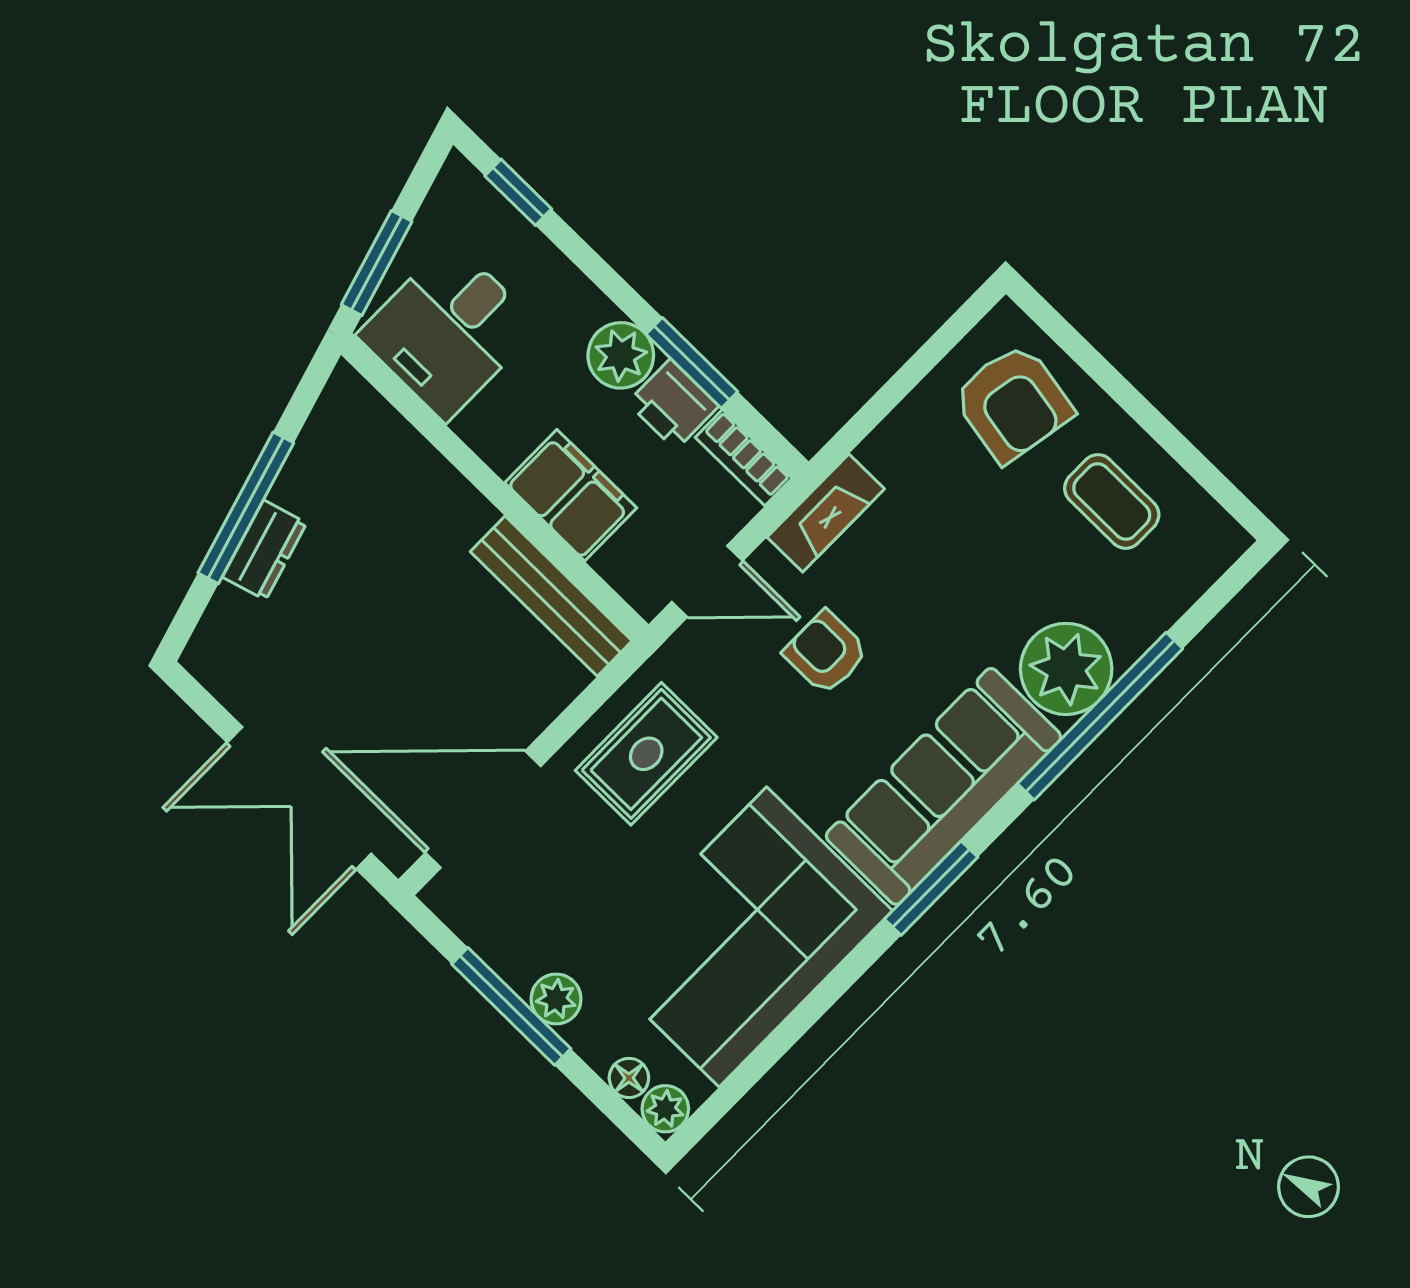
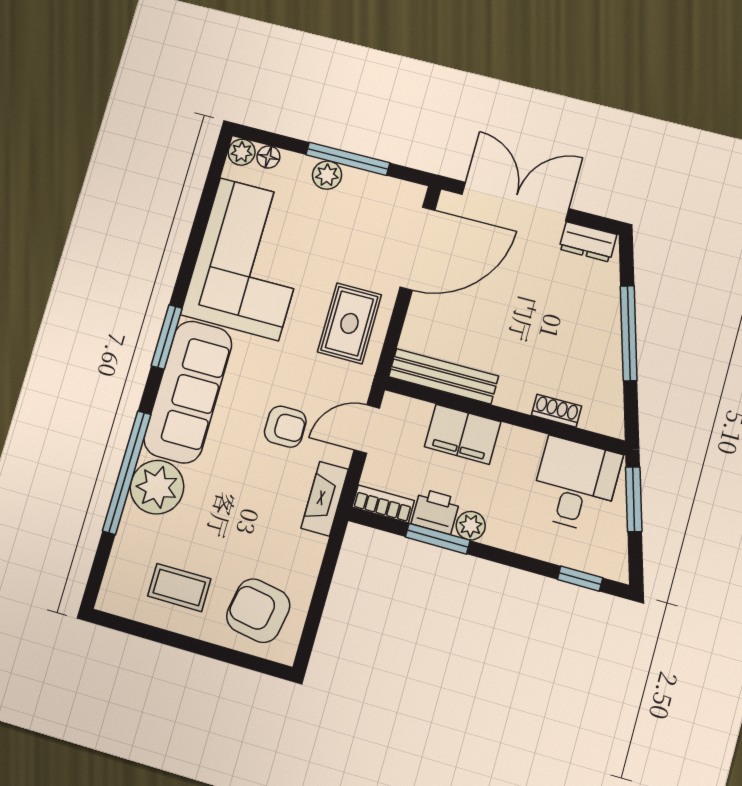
plant: (621, 355) -> (471, 526), width x0.73, depth x0.73
shoe rack: (415, 453) -> (556, 411), added
dresser: (265, 550) -> (588, 242), moved, turned -74

